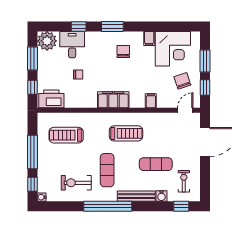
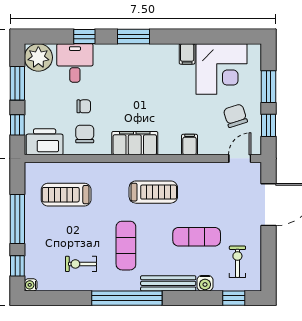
chair: (123, 51) -> (85, 134), moved
exercise bike: (76, 183) -> (81, 264), width x0.73, depth x0.72

